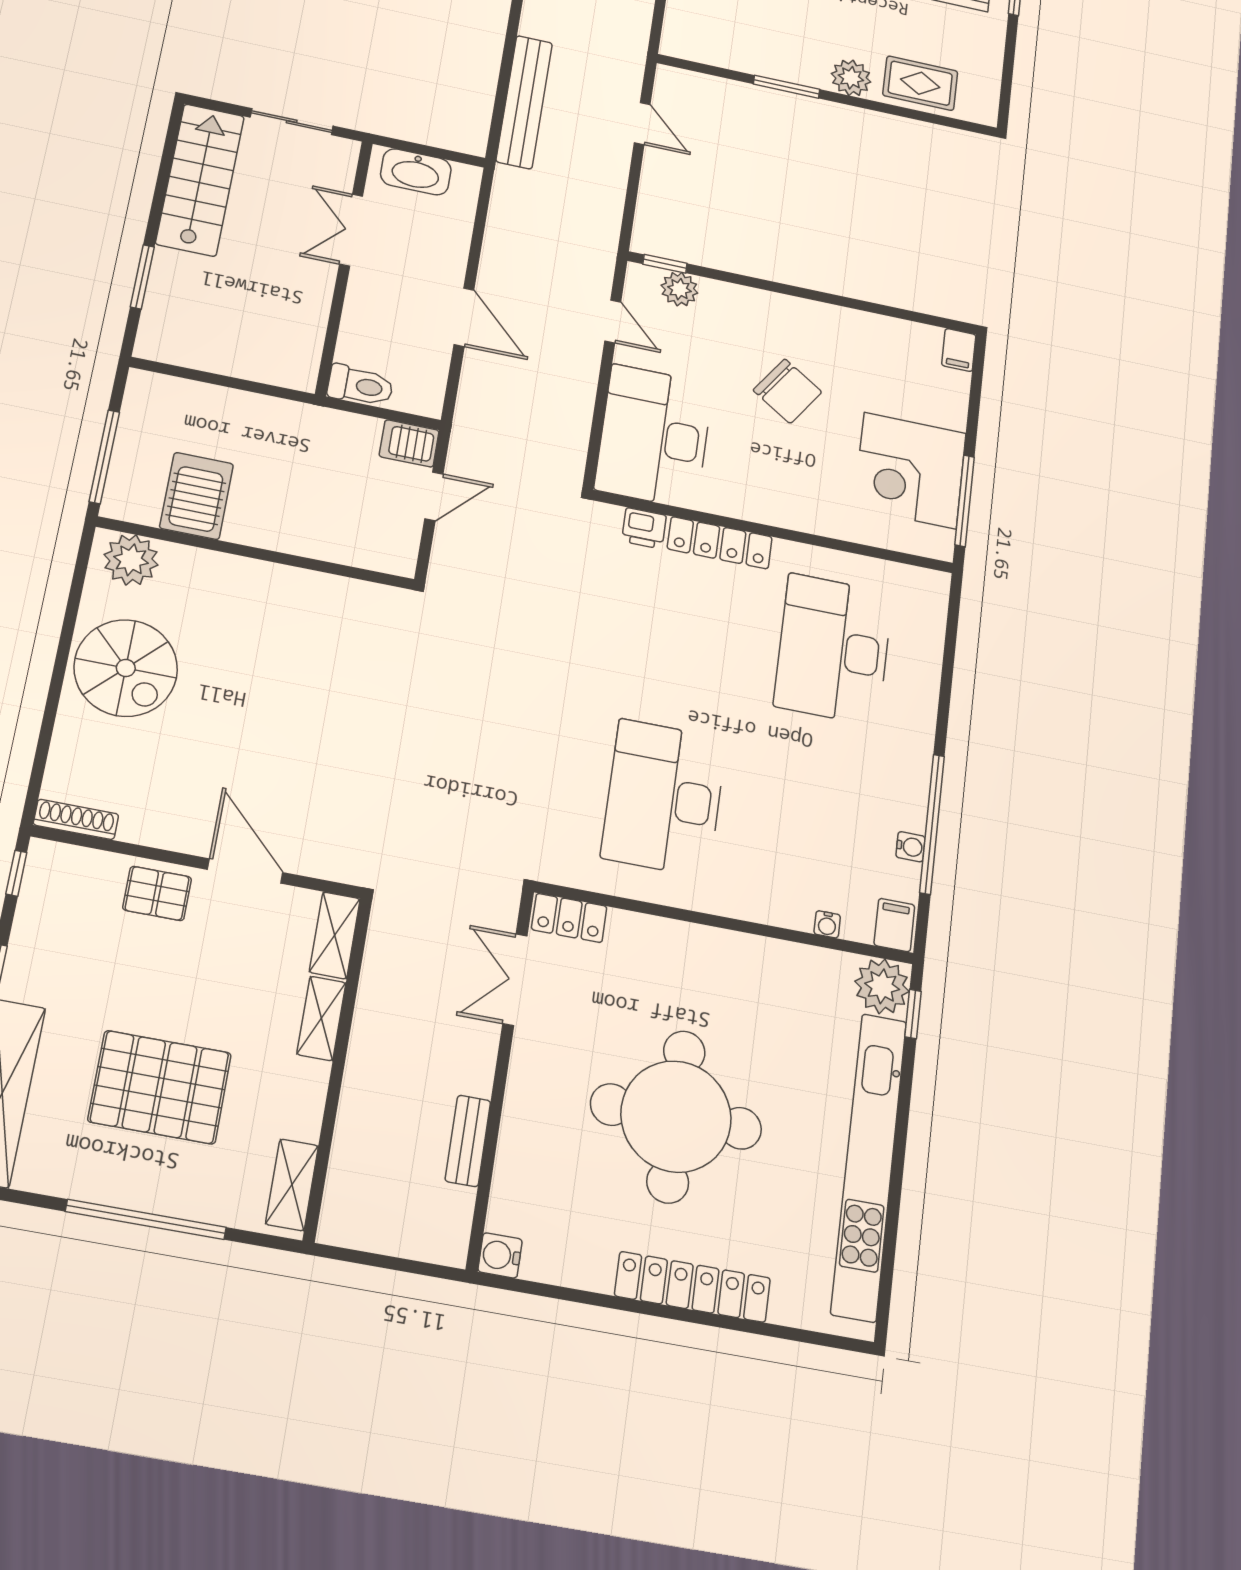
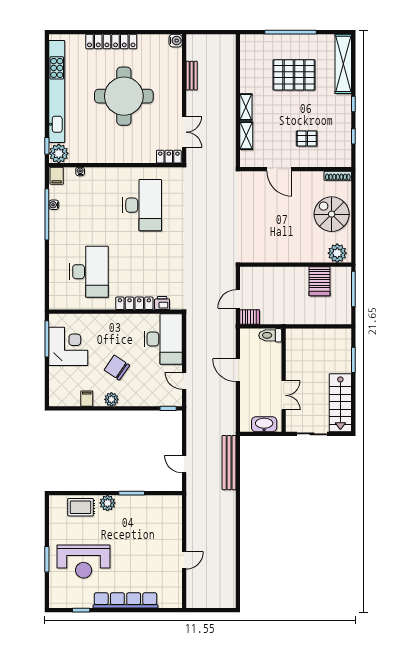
plant: (679, 289) -> (111, 399), moved
filing cabinet: (959, 350) -> (87, 399), moved
shoe rack: (76, 819) -> (338, 176), moved
wall: (197, 862) -> (296, 169), moved
door: (245, 871) -> (279, 169), moved
shelving: (292, 1185) -> (246, 51), removed

